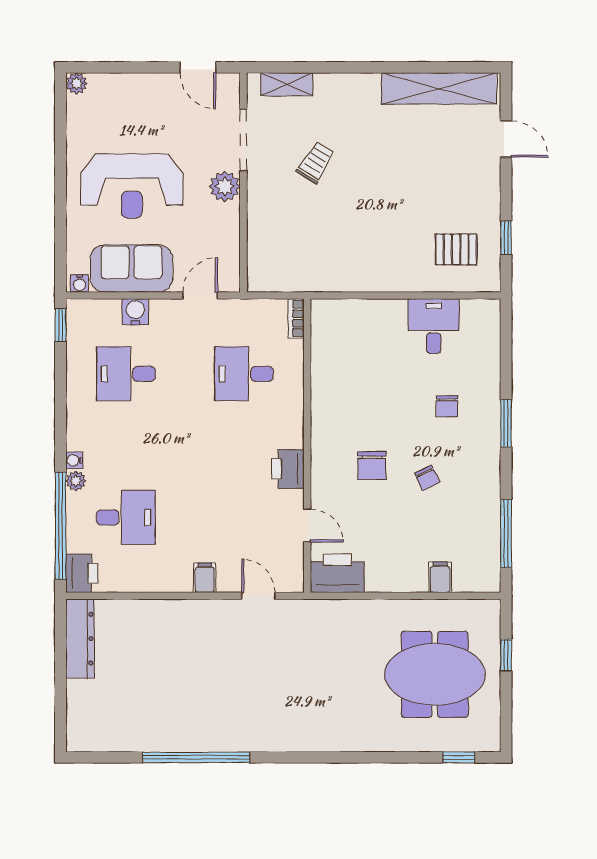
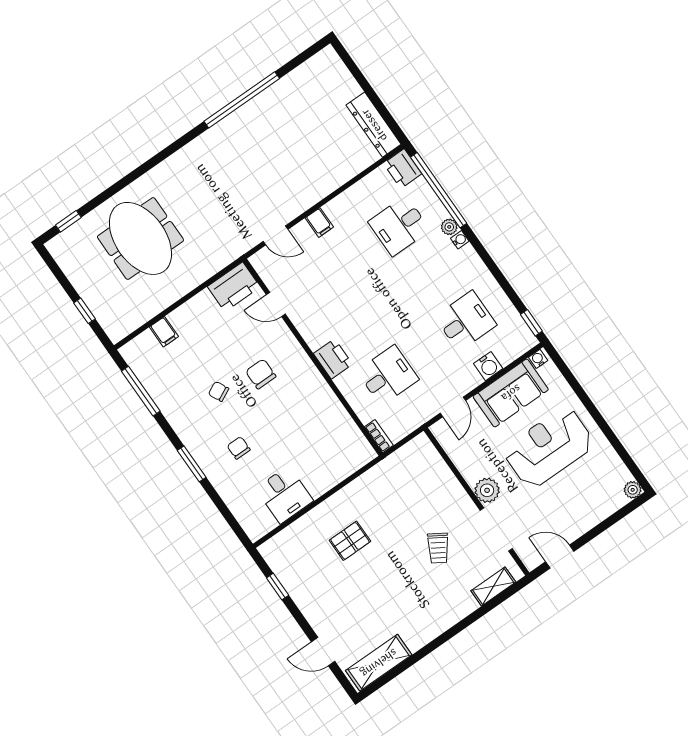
shelving: (439, 88) -> (379, 663), width x0.68
pallet: (456, 249) -> (350, 541), moved
printer: (288, 469) -> (333, 359), moved
meeting table: (435, 674) -> (140, 238), moved, turned 90

